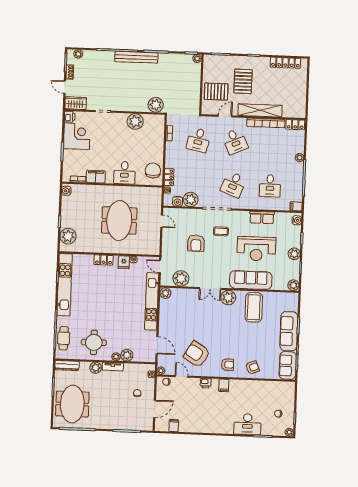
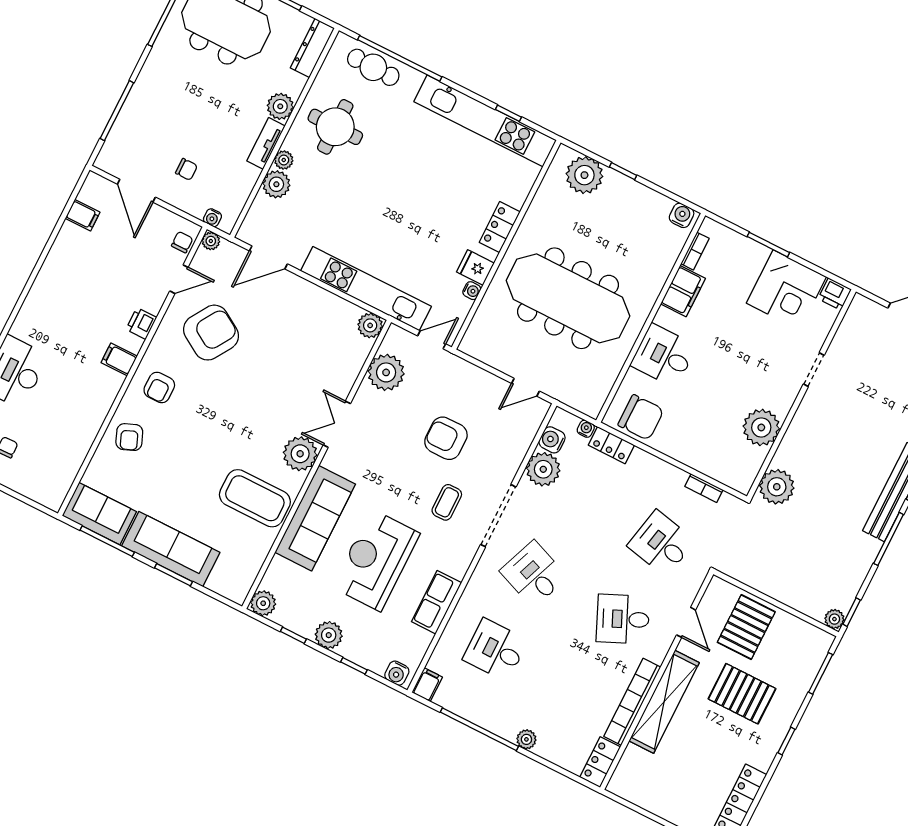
wardrobe: (76, 103) -> (858, 320), removed
meeting table: (119, 220) -> (568, 298), width x1.36

